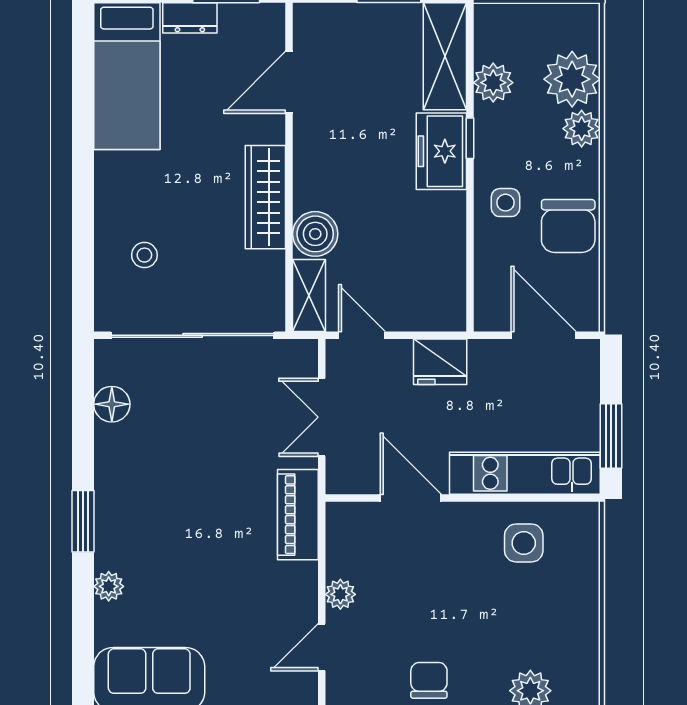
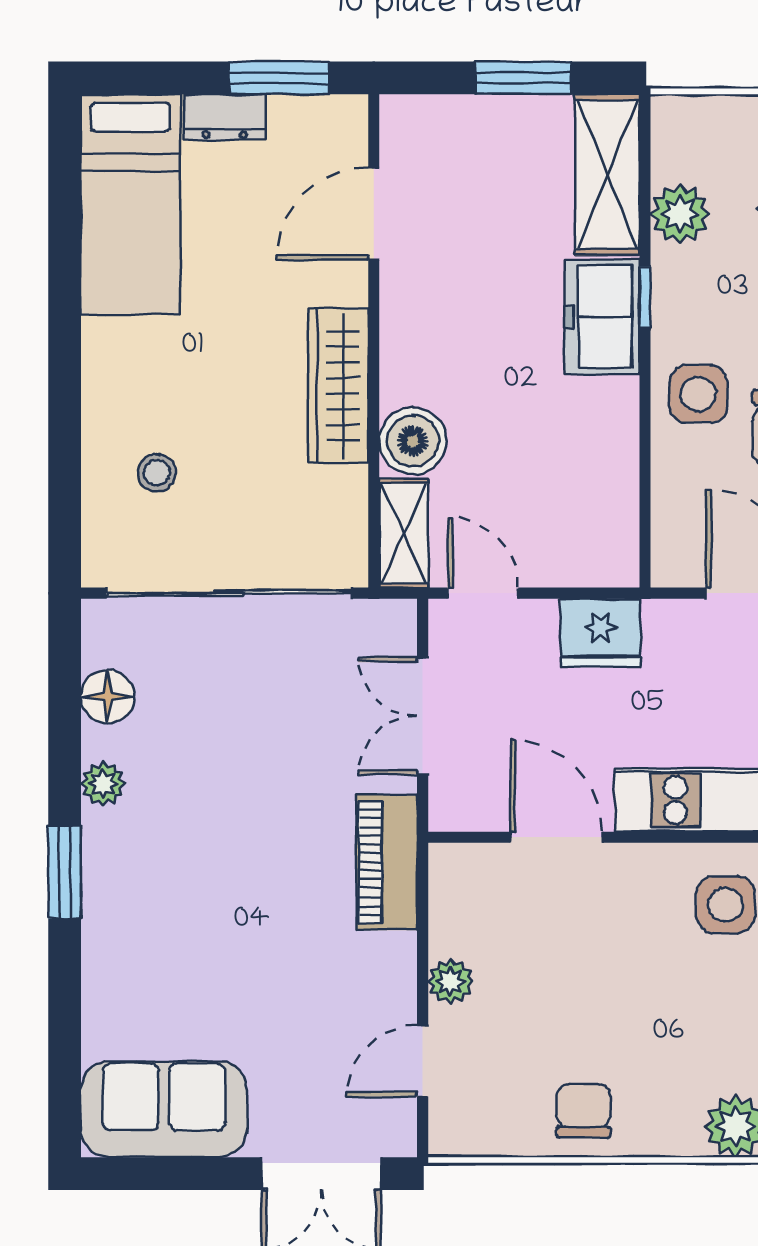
side table: (506, 203) -> (698, 394), width x1.37, depth x1.37
plant: (109, 586) -> (103, 784), moved

